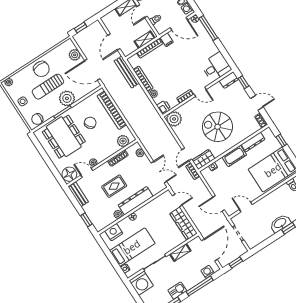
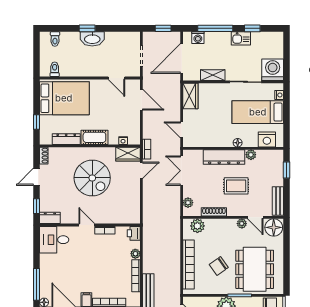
door: (257, 103) -> (37, 177), hinge flipped
plant: (174, 119) -> (131, 215), removed
wardrobe: (183, 223) -> (190, 96), width x0.67

